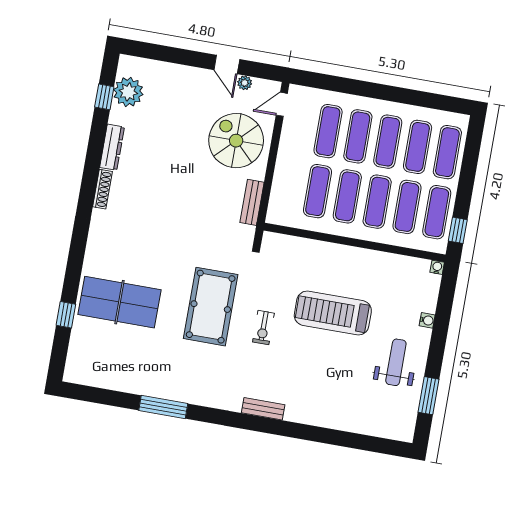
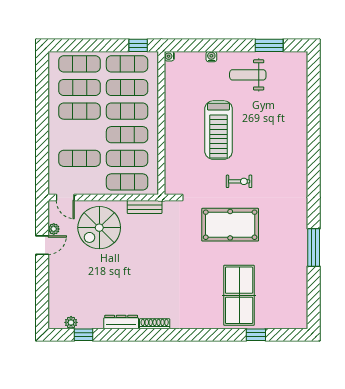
plant: (128, 92) -> (71, 322), width x0.53, depth x0.53
exercise mat: (358, 136) -> (127, 182), moved
bench: (263, 409) -> (302, 171), removed

